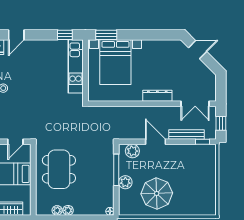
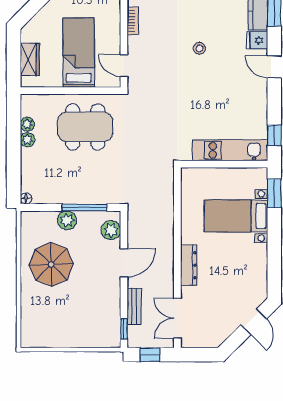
bed with nightstands: (115, 62) -> (236, 216), width x0.73
bench: (187, 134) -> (134, 306), width x0.73

